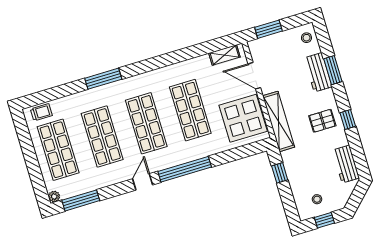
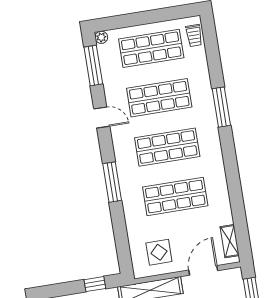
display table: (243, 118) -> (159, 252), width x0.54, depth x0.54
window: (185, 169) -> (112, 182), width x0.68
door: (143, 182) -> (102, 117), moved

